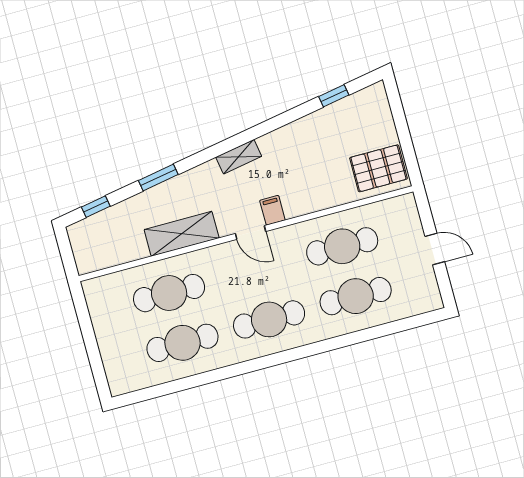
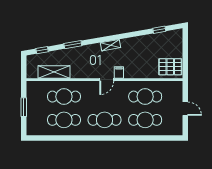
door: (251, 233) -> (107, 80), hinge flipped
shelving: (182, 234) -> (54, 72), moved
window: (90, 339) -> (24, 107), added

